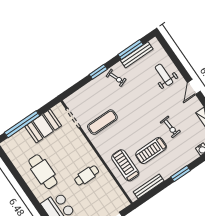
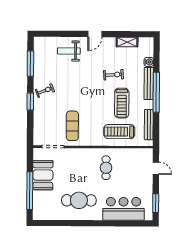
bench: (137, 55) -> (149, 83), moved
door: (194, 87) -> (95, 34), hinge flipped
window: (181, 174) -> (156, 92), width x2.11

